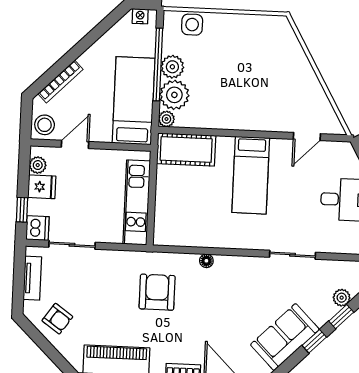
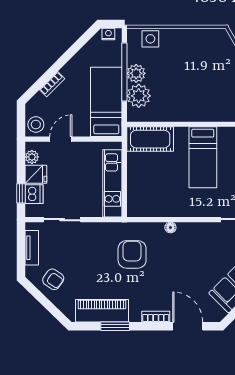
bookcase: (60, 81) -> (52, 84), width x0.64
plant: (166, 119) -> (133, 115), removed
dishwasher: (37, 228) -> (34, 194), moved

